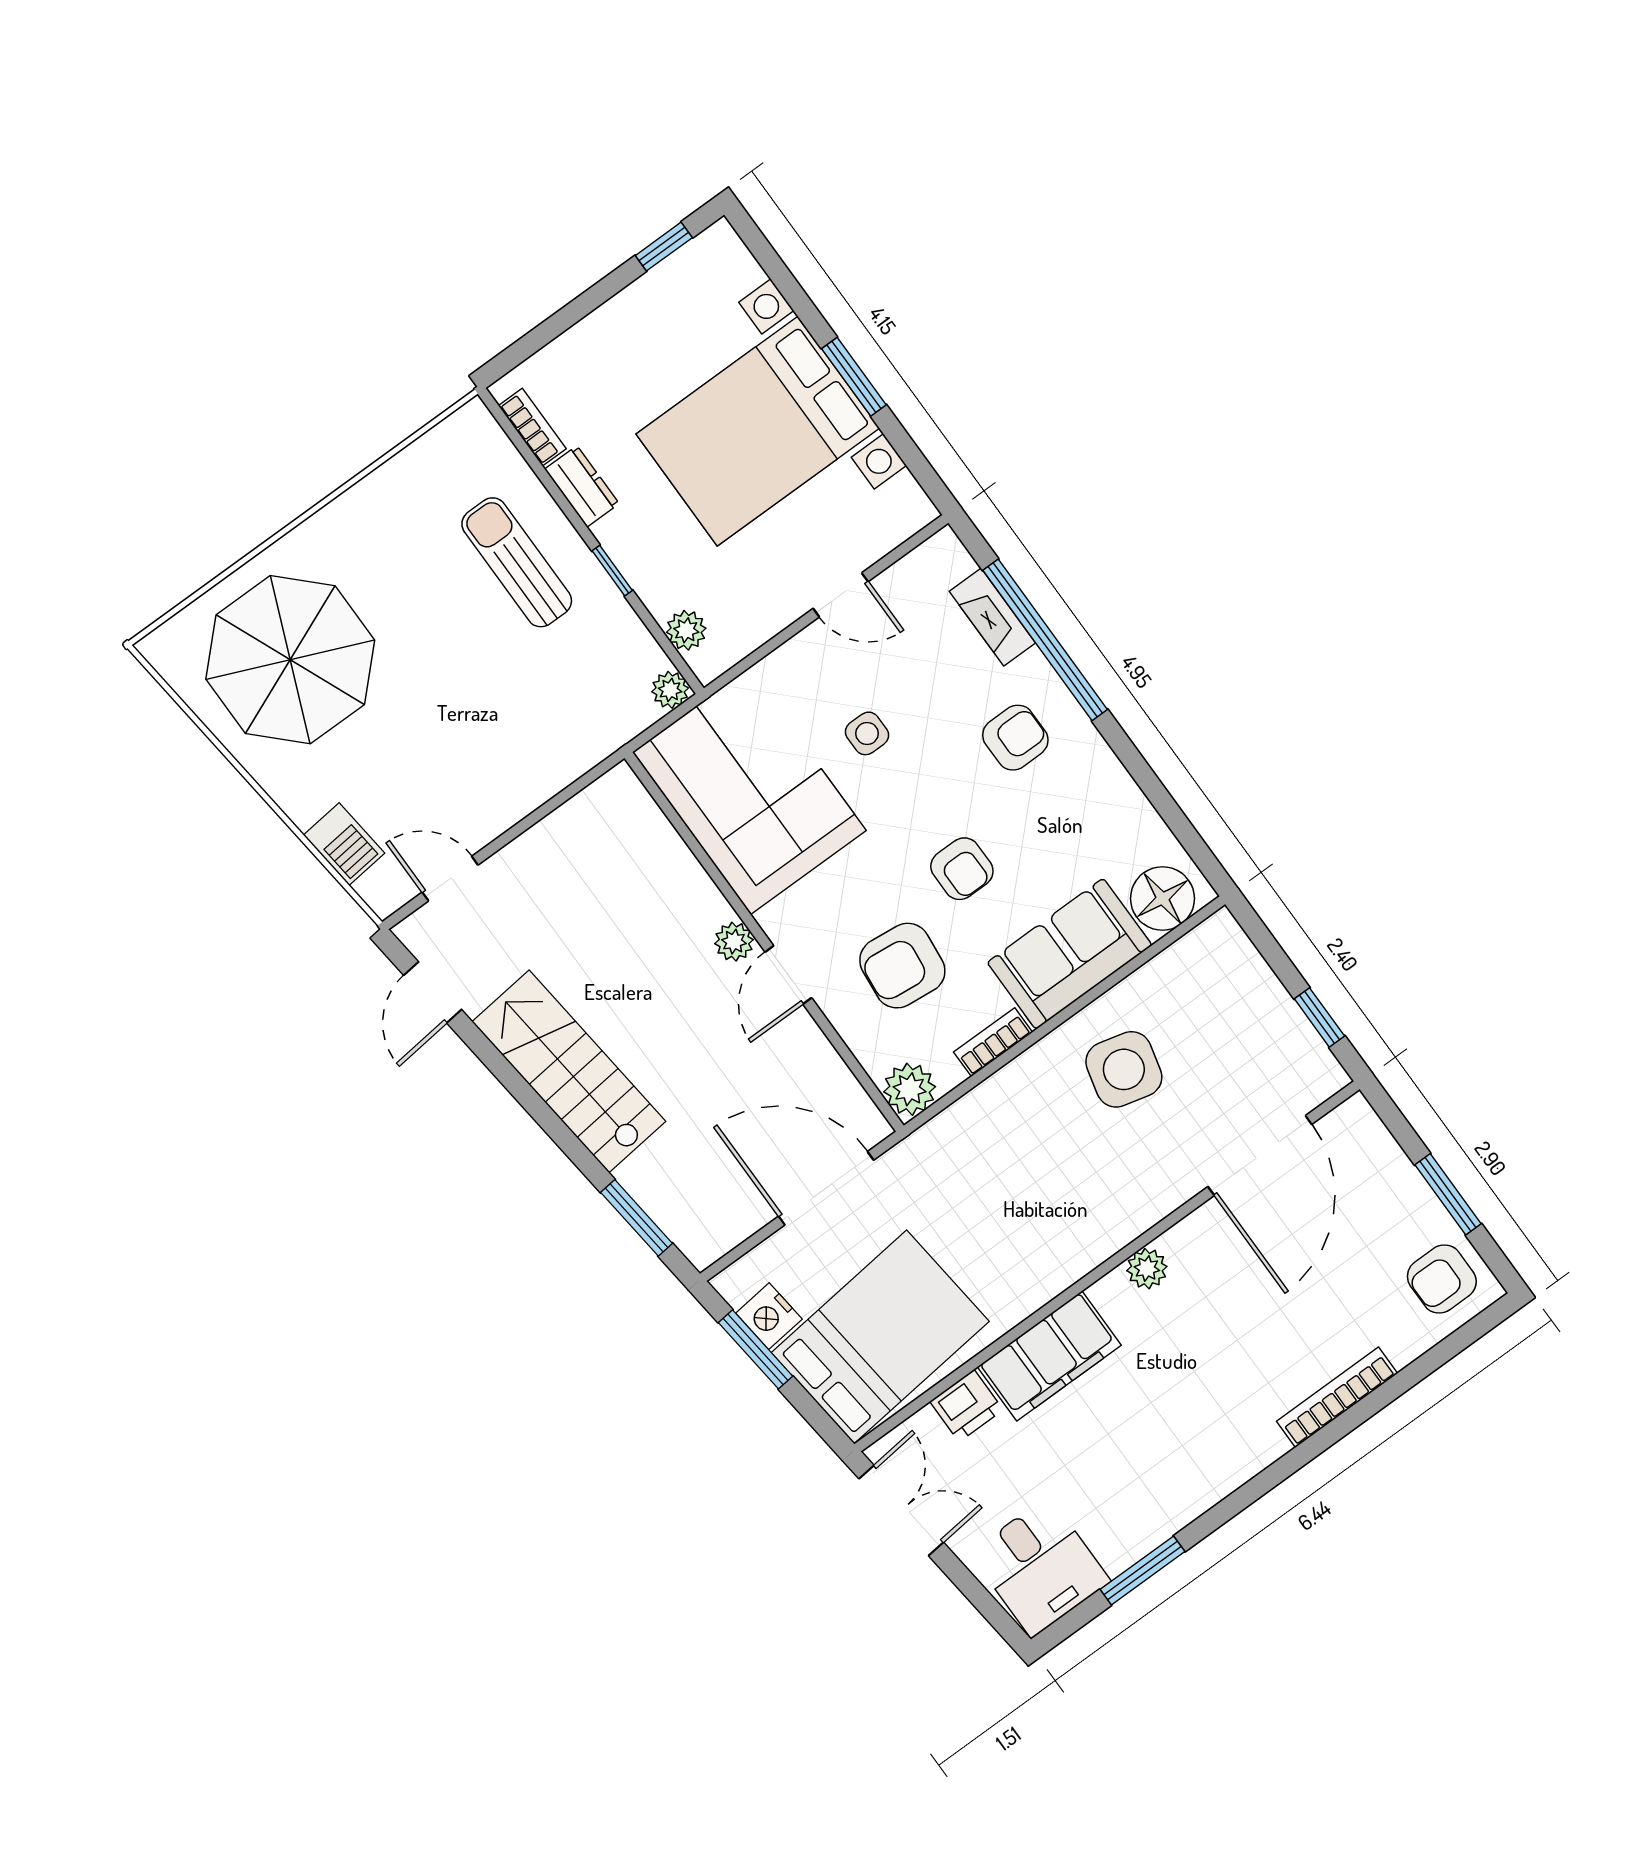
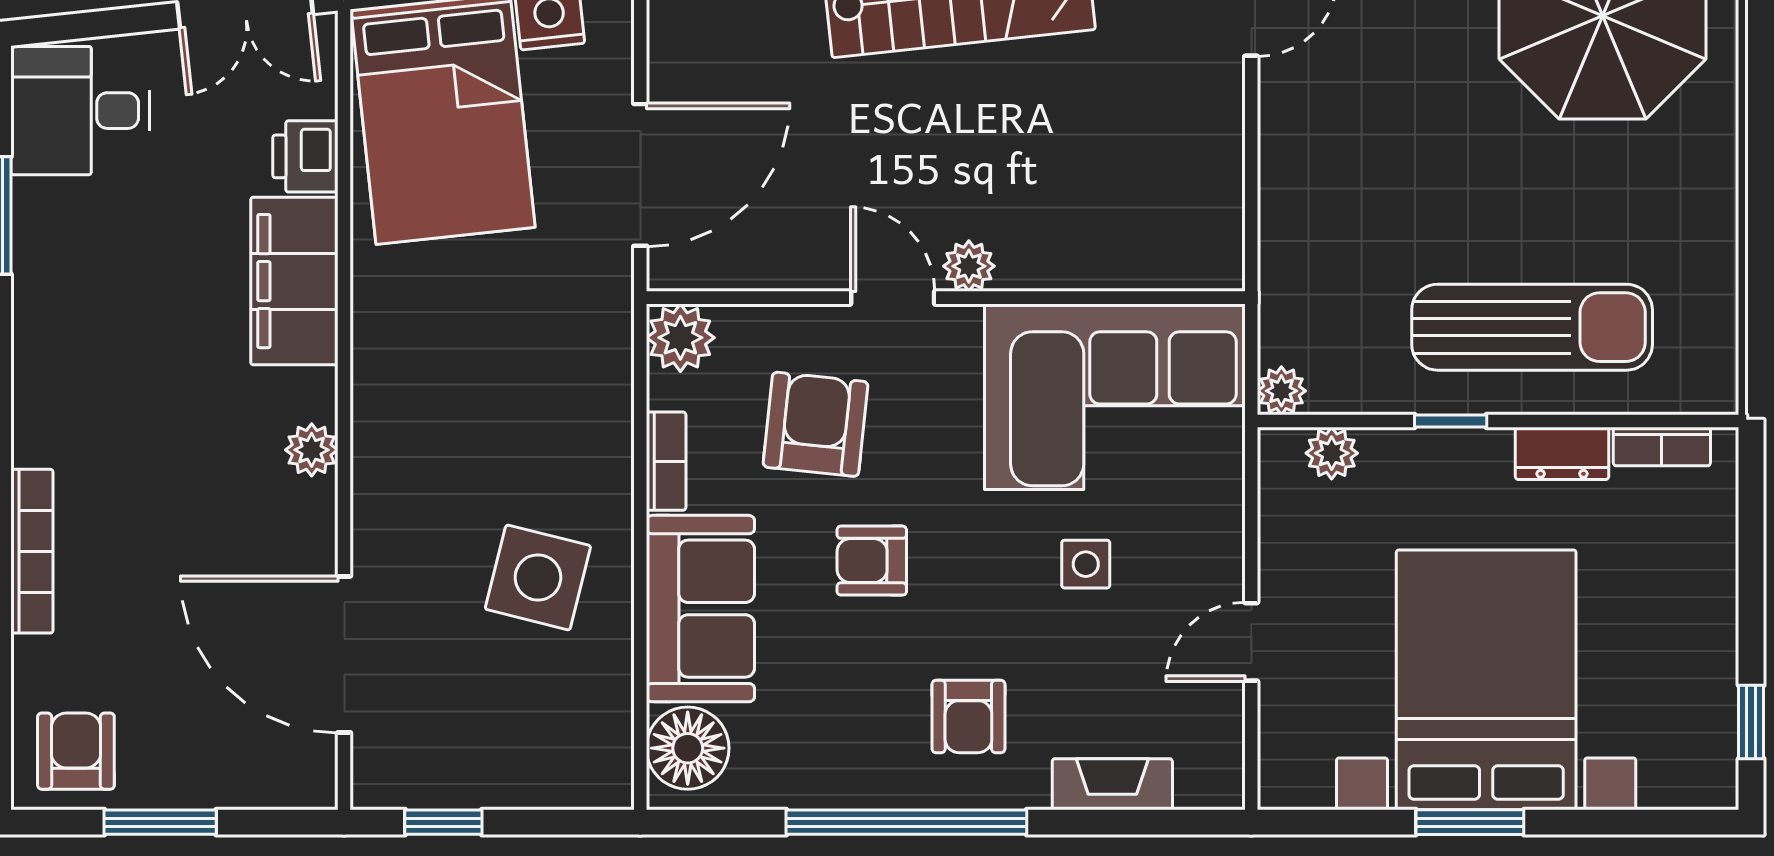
sun lounger: (517, 562) -> (1532, 327), width x1.36, depth x1.34
window: (1045, 640) -> (906, 822), moved

